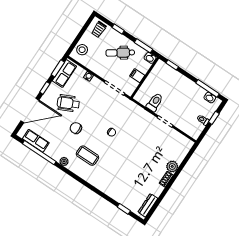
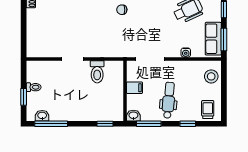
dental chair: (120, 53) -> (169, 100), turned -50
plant: (172, 166) -> (33, 16), removed

